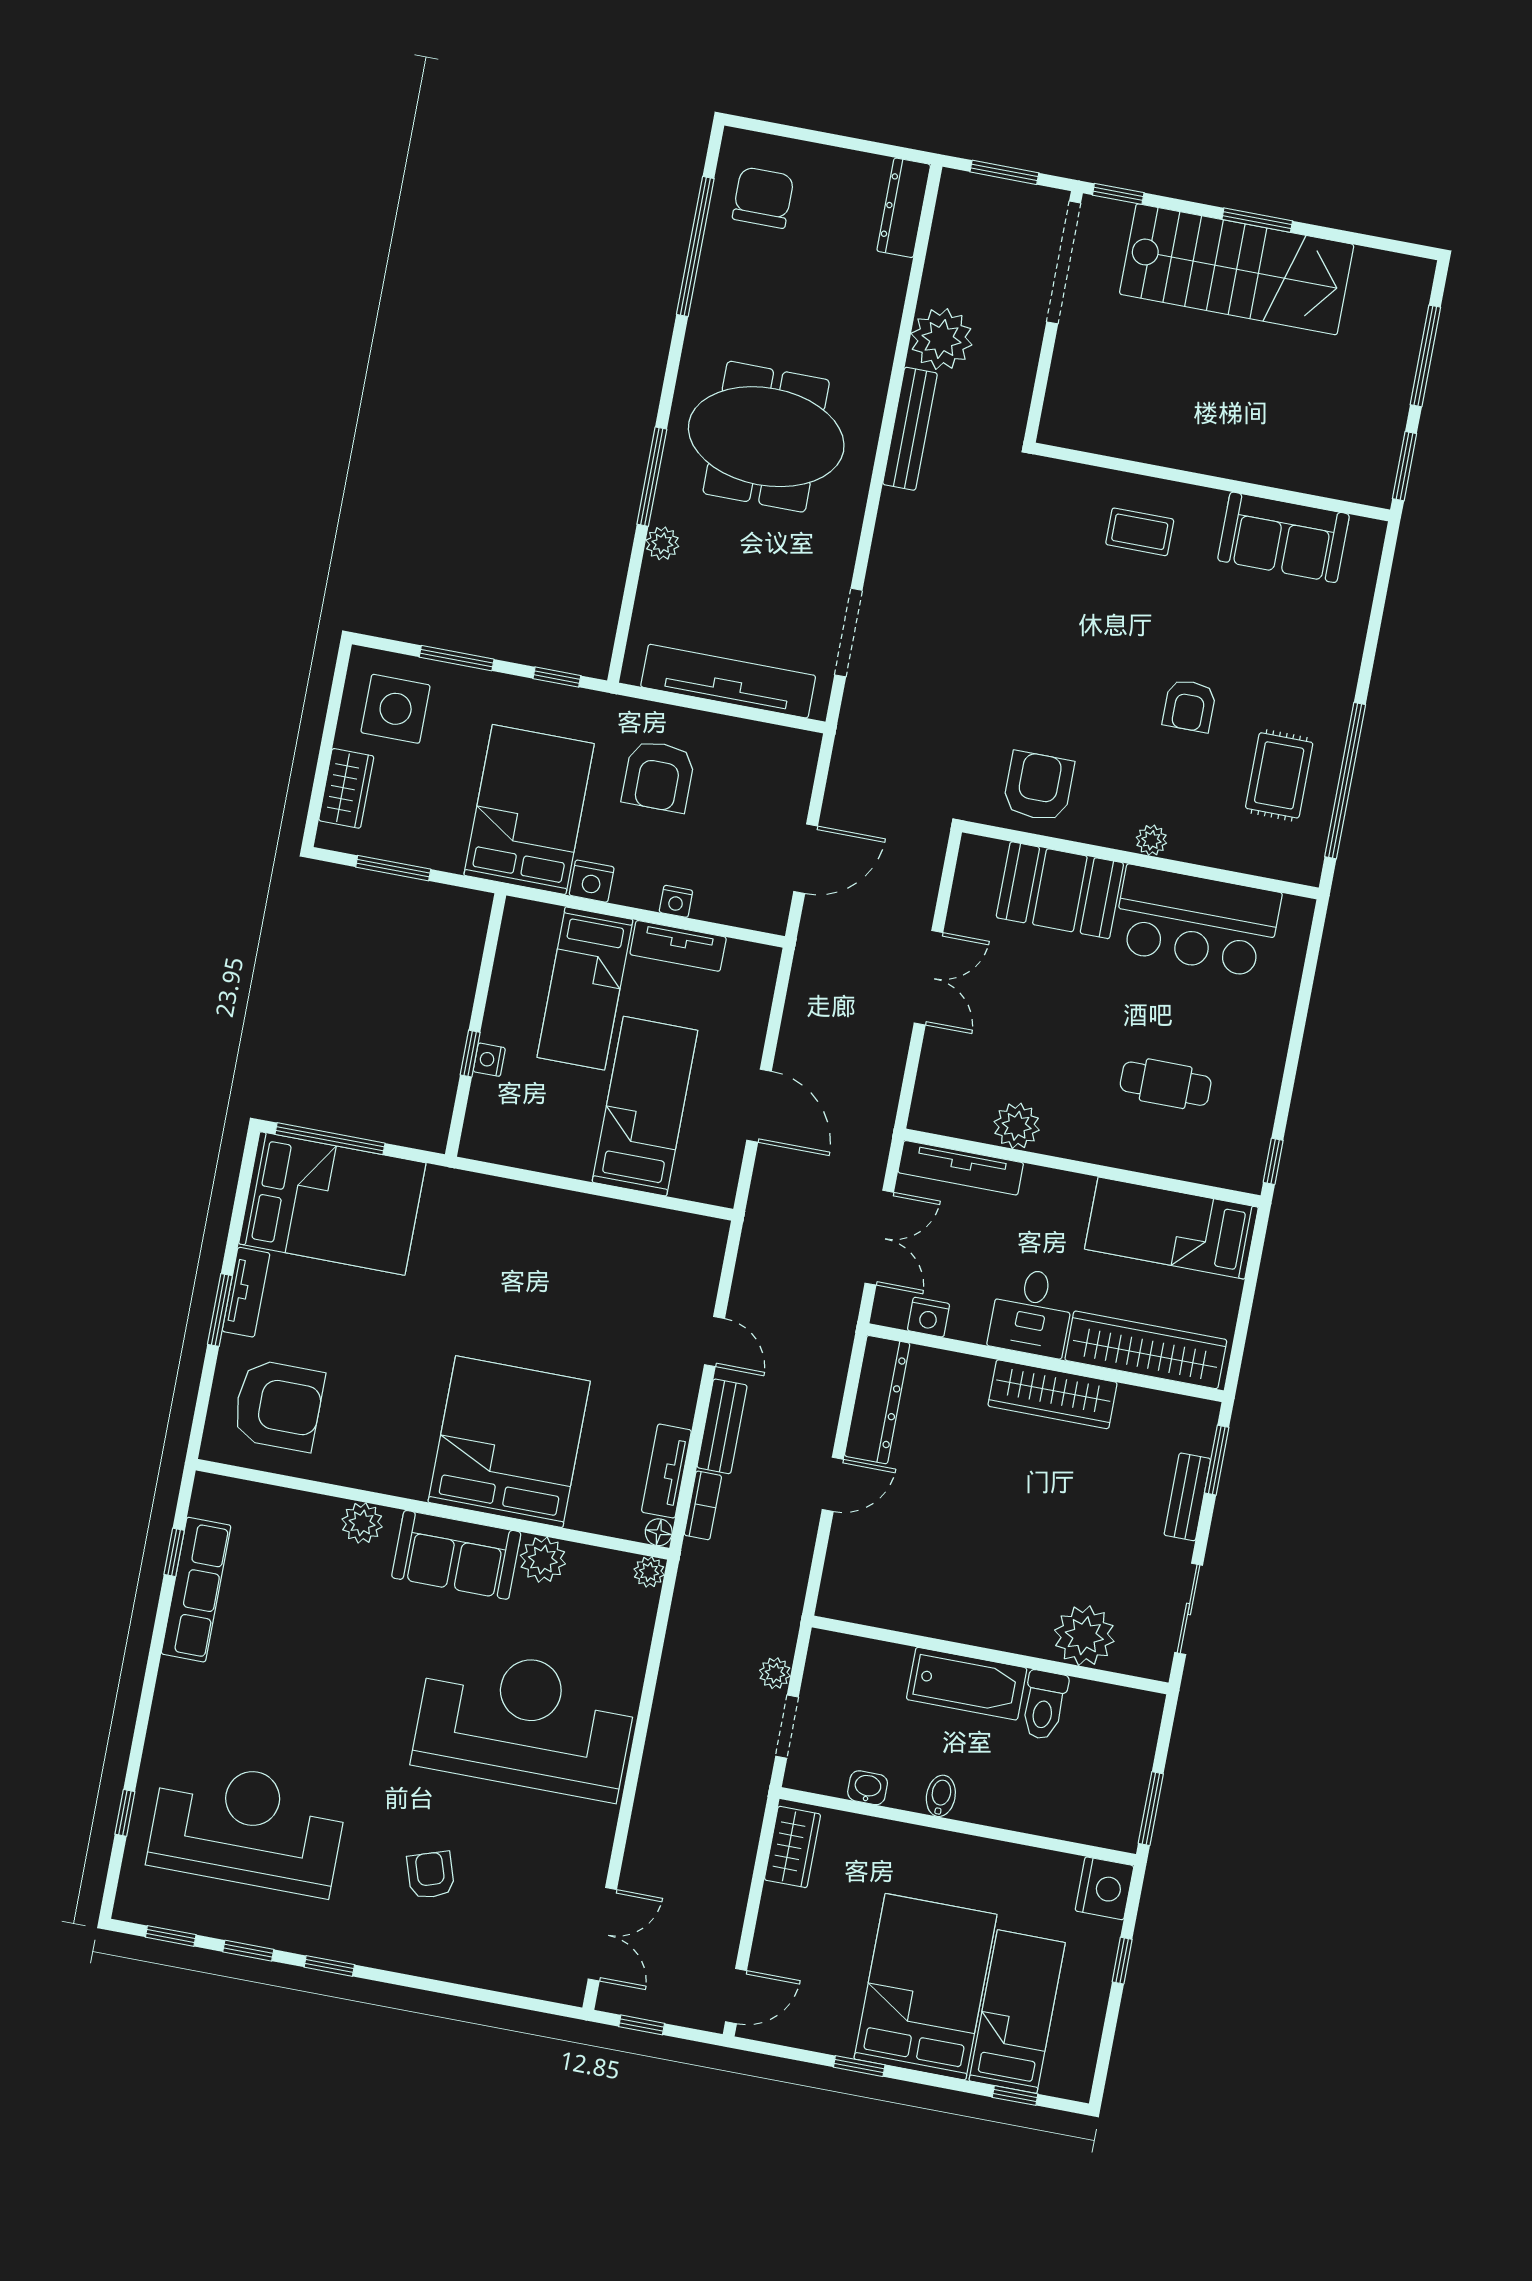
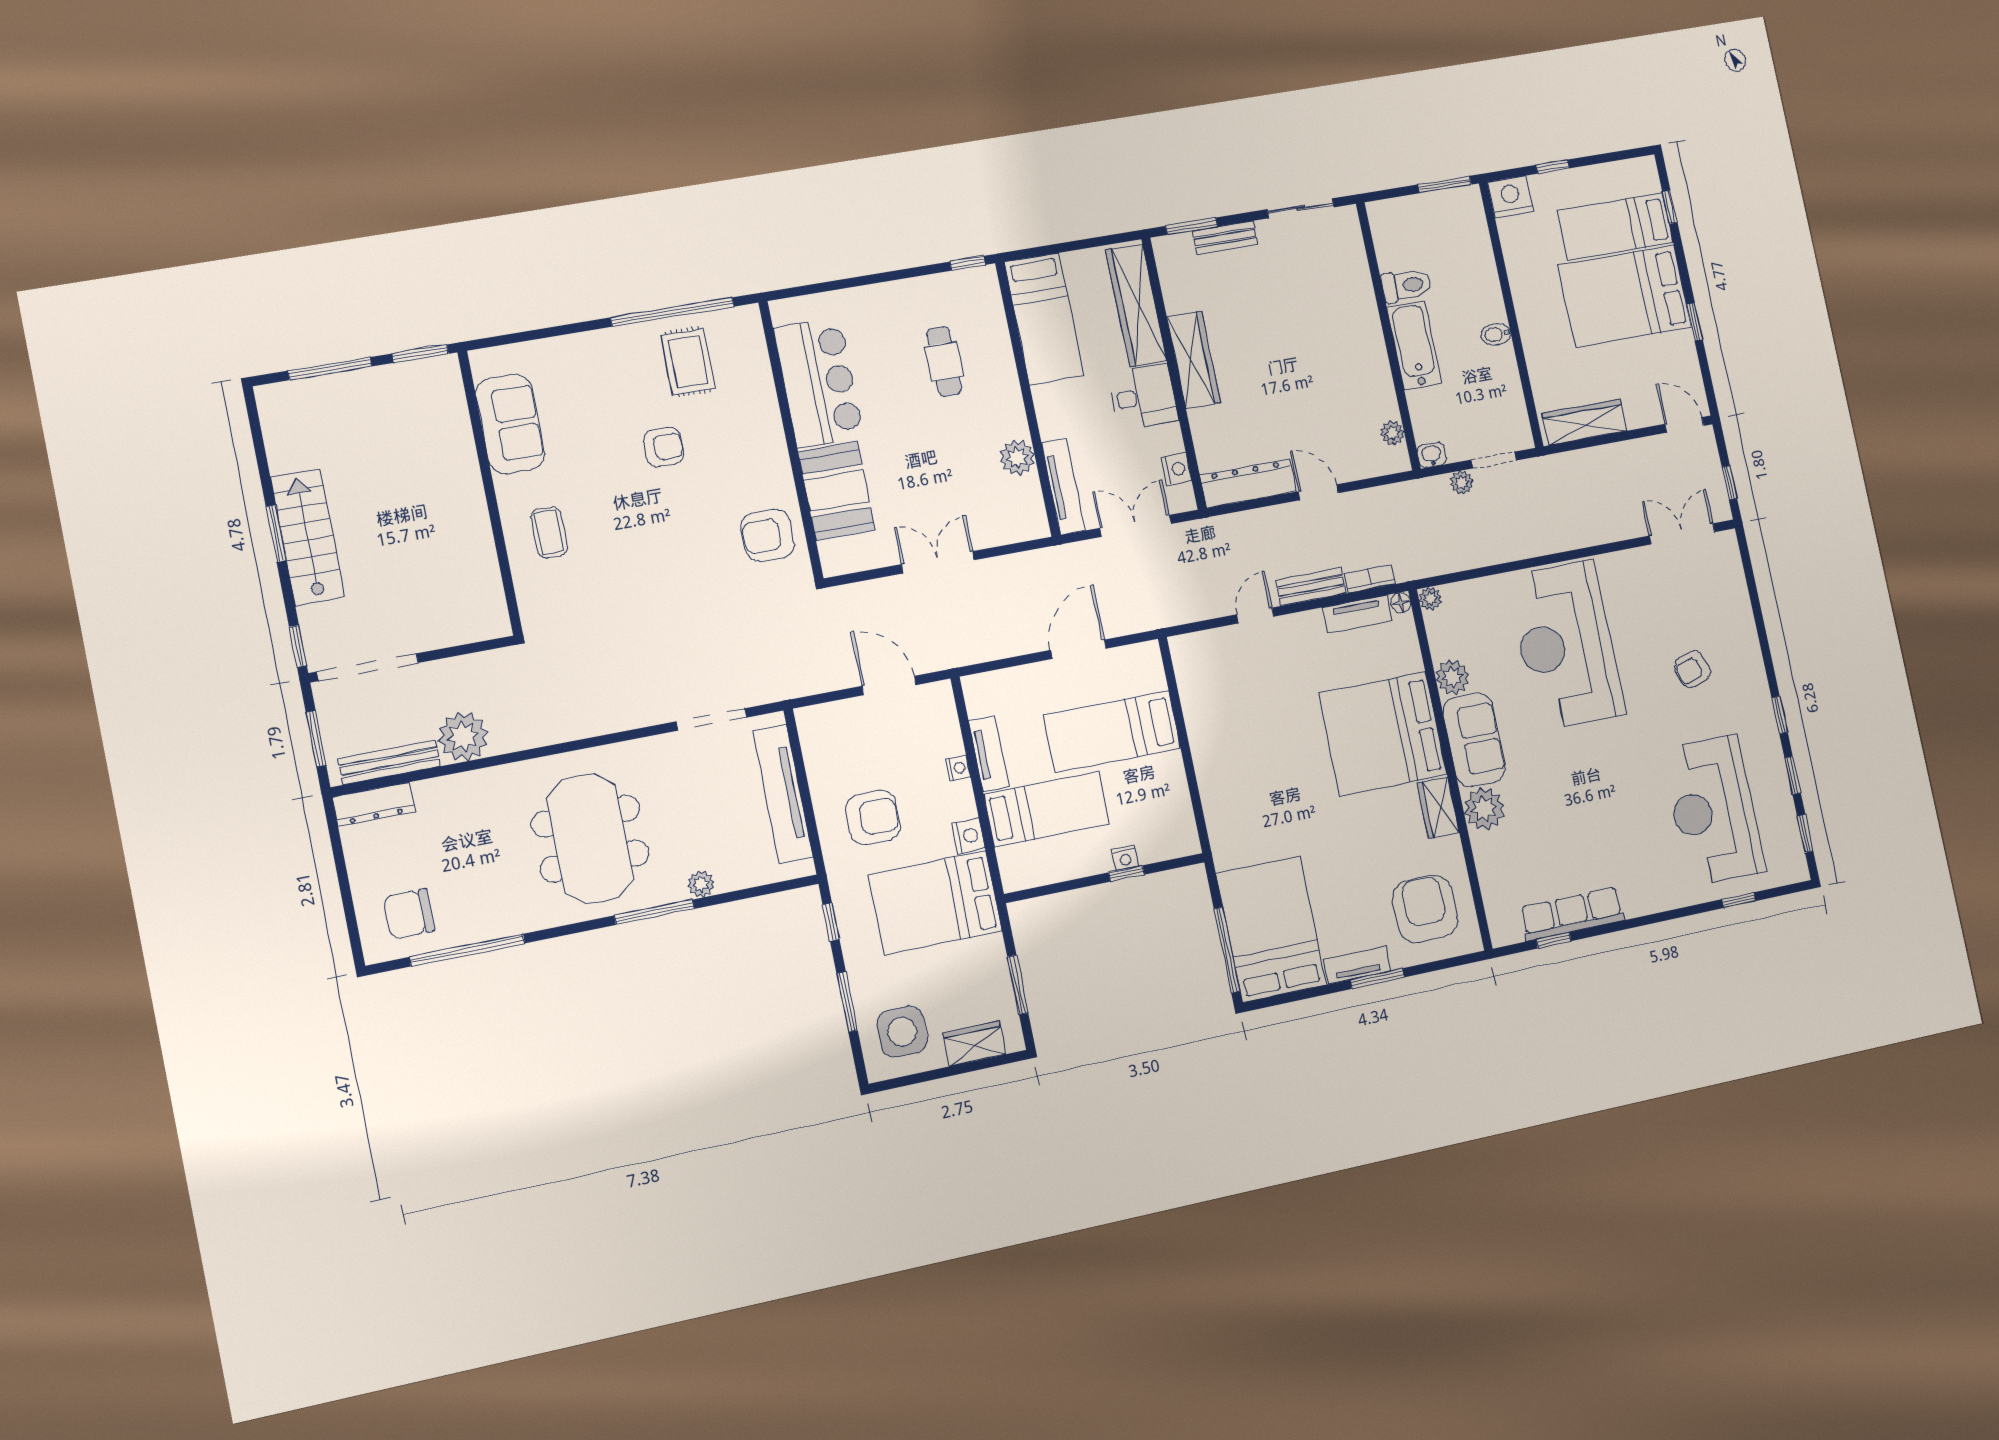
stairs: (1237, 269) -> (308, 537), width x0.73, depth x0.66
bench: (910, 429) -> (389, 762), moved
rug: (1279, 775) -> (688, 362), turned 90
plant: (1151, 840) -> (773, 438), removed
wardrobe: (392, 1474) -> (1438, 808), added
plant: (362, 1523) -> (1484, 809), width x1.36, depth x1.36
plant: (1084, 1636) -> (1392, 433), moved, width x0.53, depth x0.53
washbasin: (868, 1788) -> (1432, 455), moved, turned 90
wardrobe: (792, 1847) -> (1585, 422), width x1.50

